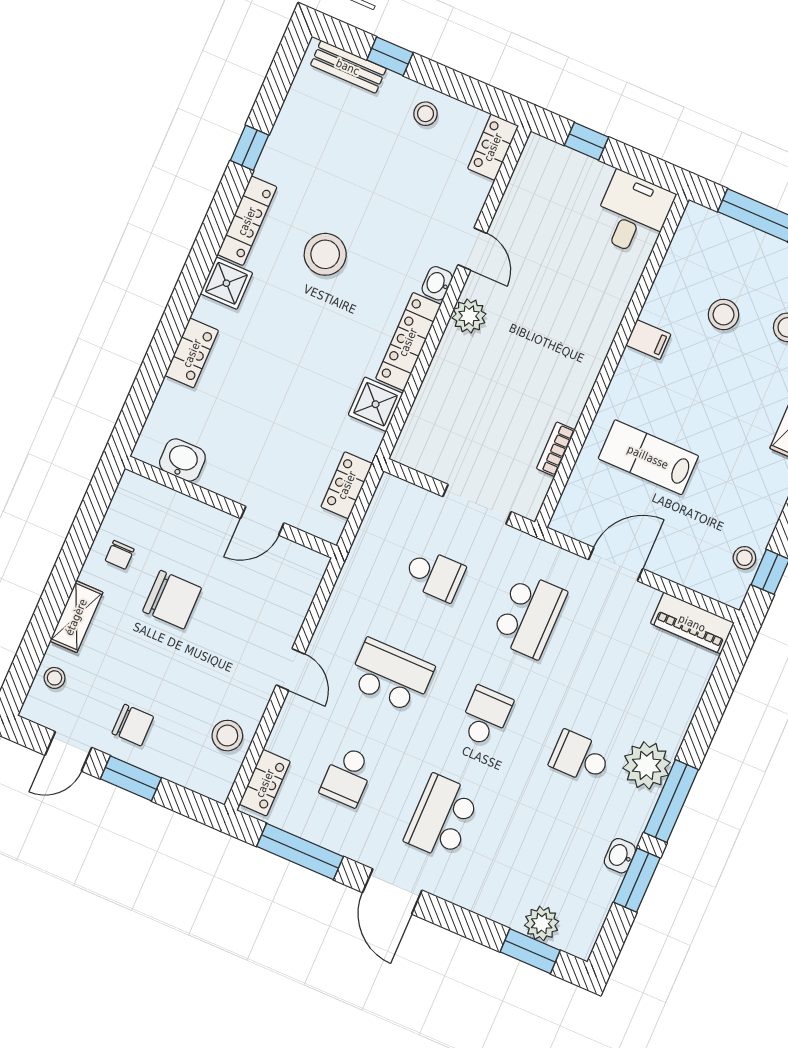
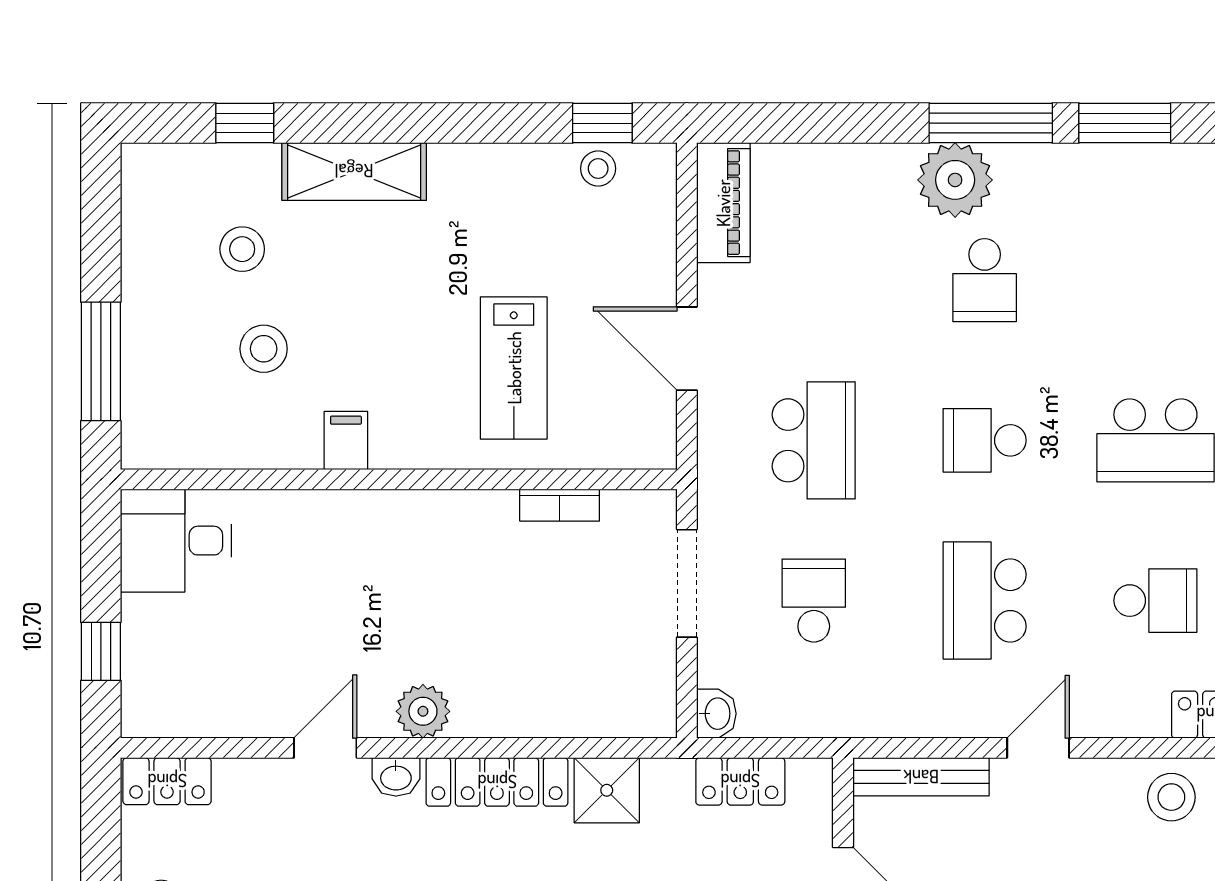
bench: (303, 593) -> (921, 777), added
school desk: (529, 616) -> (814, 440), turned 90
washbasin: (620, 856) -> (716, 714), moved, turned -90

